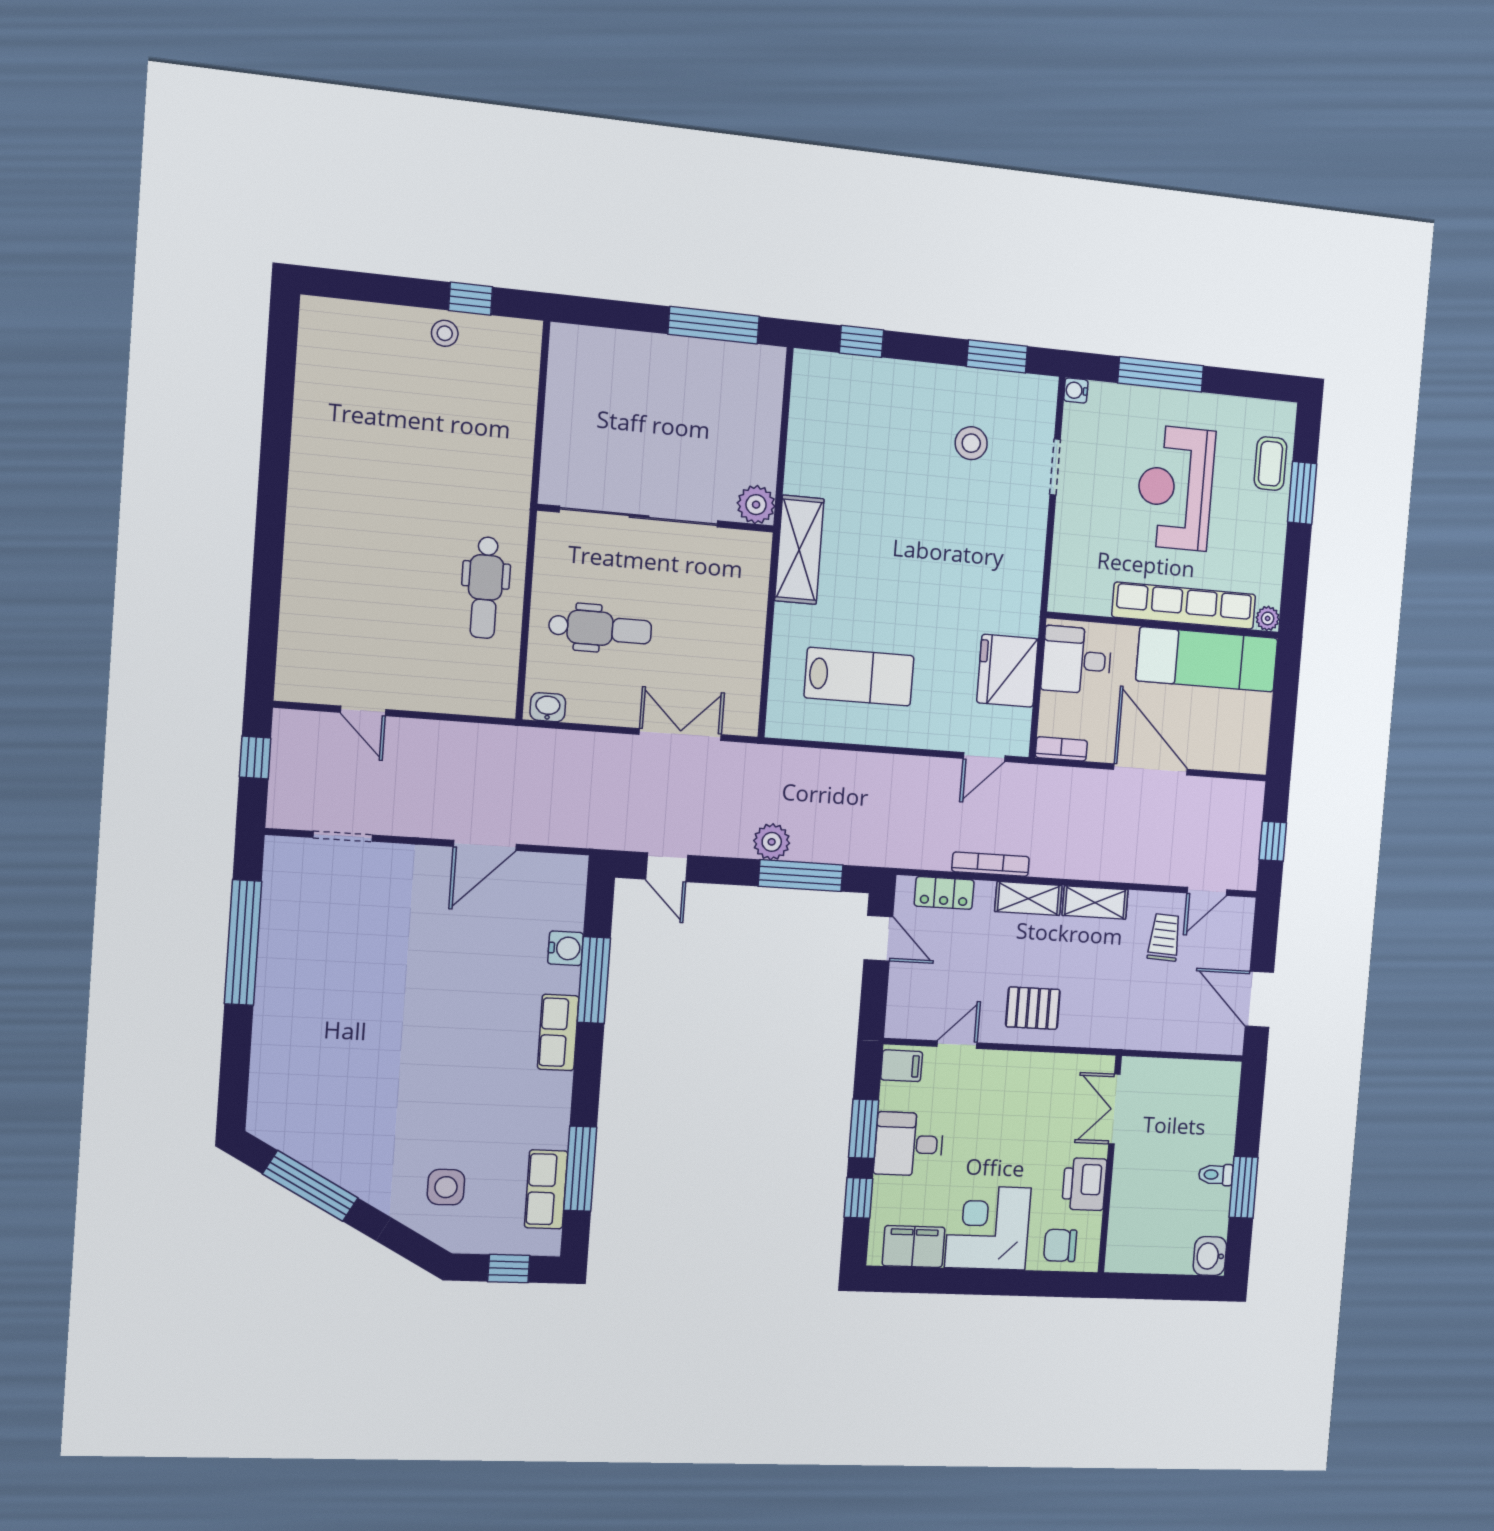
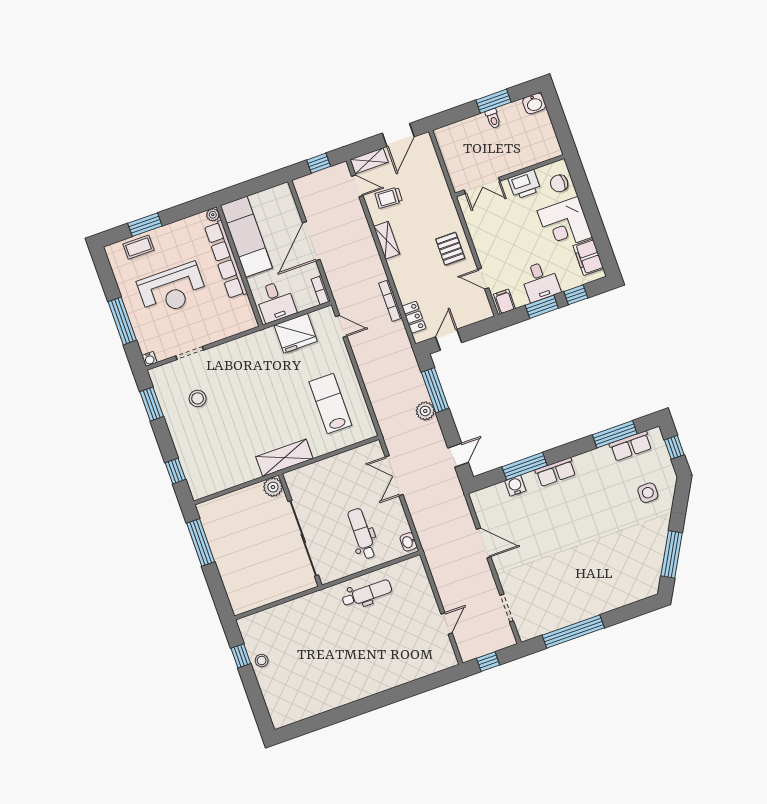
shelving: (1028, 898) -> (369, 161), moved, turned 90
chair: (1060, 1245) -> (559, 183), turned 90

